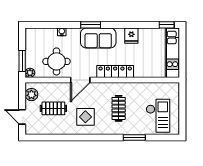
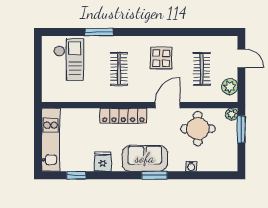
window: (167, 25) -> (76, 175), moved
clothes rail: (53, 108) -> (202, 69), turned 90
checkout: (158, 116) -> (69, 60), turned 180

